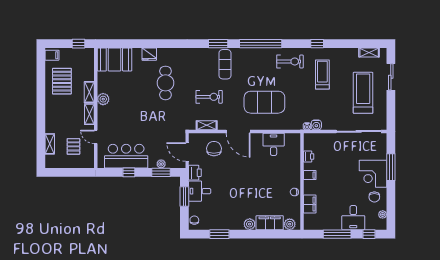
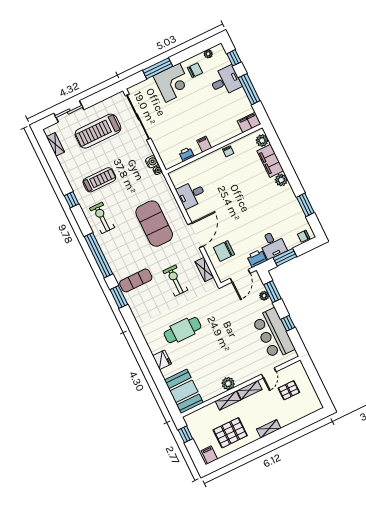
treadmill: (322, 75) -> (99, 180), turned 180
shelving: (50, 144) -> (269, 429), moved
filing cabinet: (310, 204) -> (249, 123), moved

